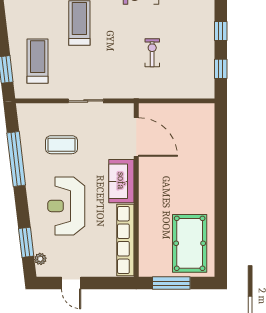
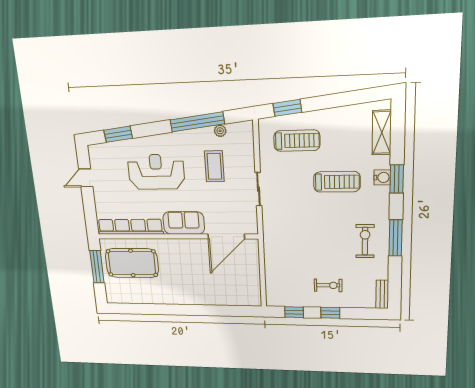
exercise bike: (152, 53) -> (328, 285), moved
pool table: (190, 243) -> (132, 263), moved
plant: (40, 259) -> (220, 131), moved

